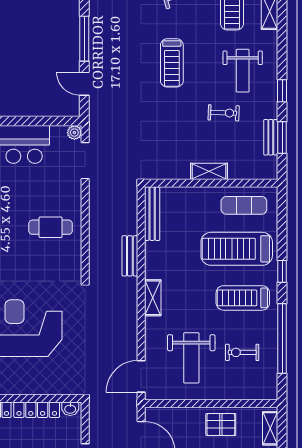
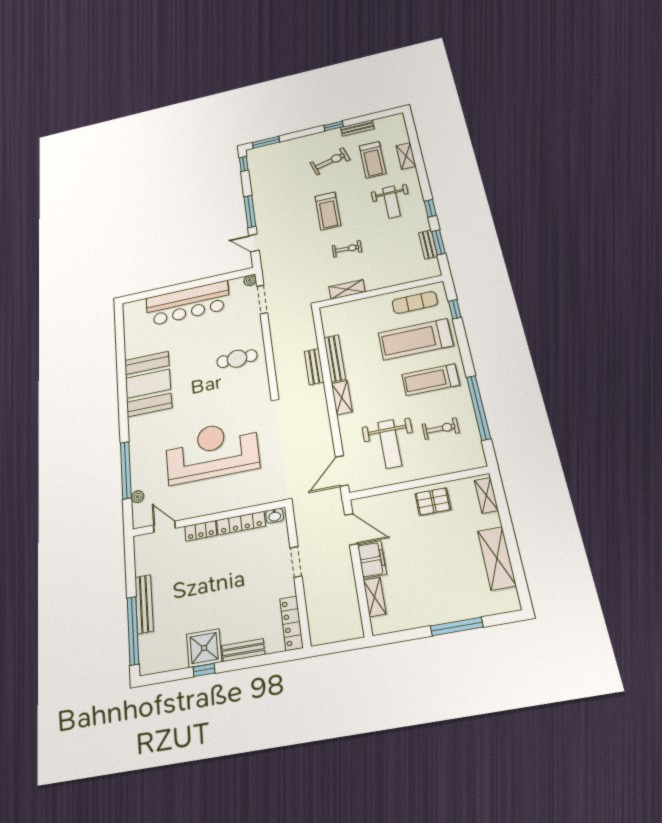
exercise bike: (224, 113) -> (347, 249), moved
shelving: (209, 171) -> (347, 289), moved
bench: (152, 214) -> (335, 358), moved
window: (282, 271) -> (455, 309), moved
exercise bike: (242, 352) -> (441, 429), turned 180

